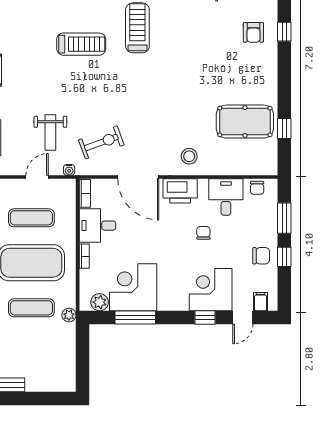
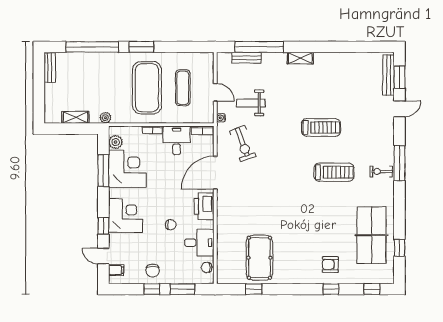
treadmill: (81, 44) -> (321, 127), turned -90
stool: (189, 156) -> (232, 213), removed
corner desk: (211, 290) -> (126, 216), moved
exercise mat: (31, 308) -> (111, 88), removed
shelving: (68, 353) -> (75, 117), added

